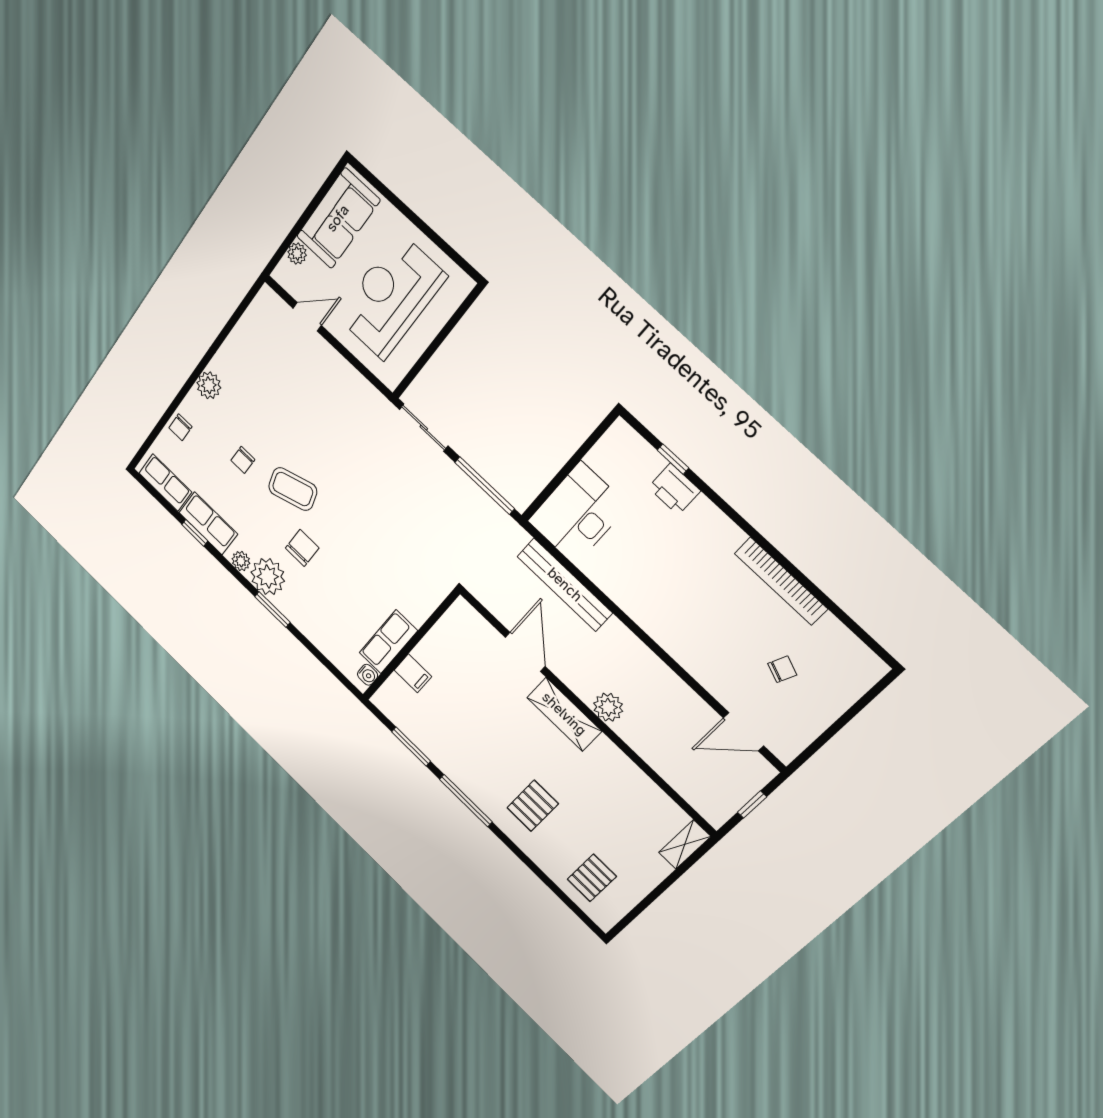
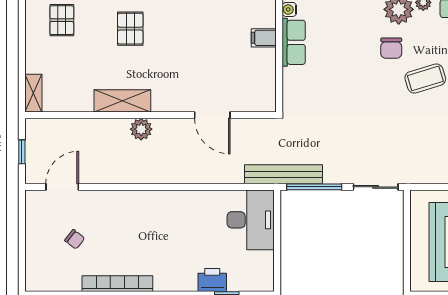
bench: (565, 585) -> (284, 174), moved
chair: (782, 669) -> (75, 239), turned -74
shelving: (564, 714) -> (122, 101), moved

